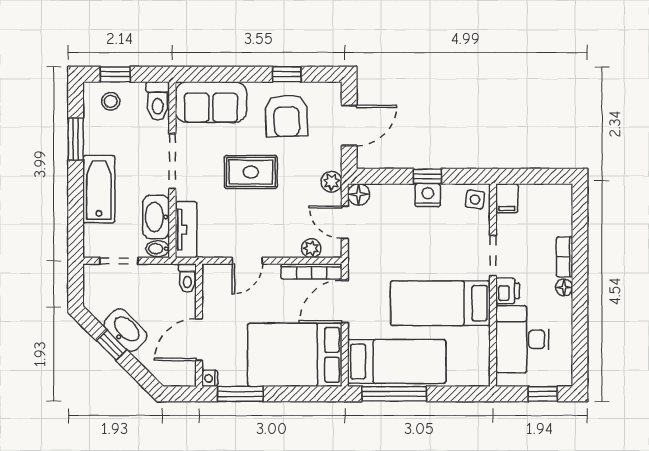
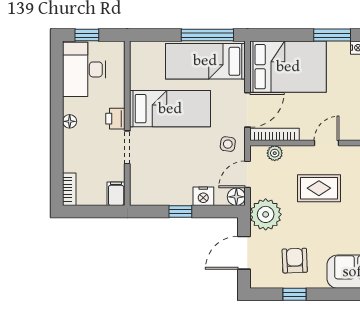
armchair: (287, 116) -> (295, 261), width x0.72, depth x0.72
rug: (251, 172) -> (319, 188), moved
plant: (331, 182) -> (266, 214), width x1.87, depth x1.87
nightstand: (428, 195) -> (203, 196), moved
side table: (475, 200) -> (228, 144), moved
door: (345, 222) -> (247, 174), swing flipped
bookcase: (565, 257) -> (69, 189), moved
desk: (522, 339) -> (84, 69), moved, turned 180

